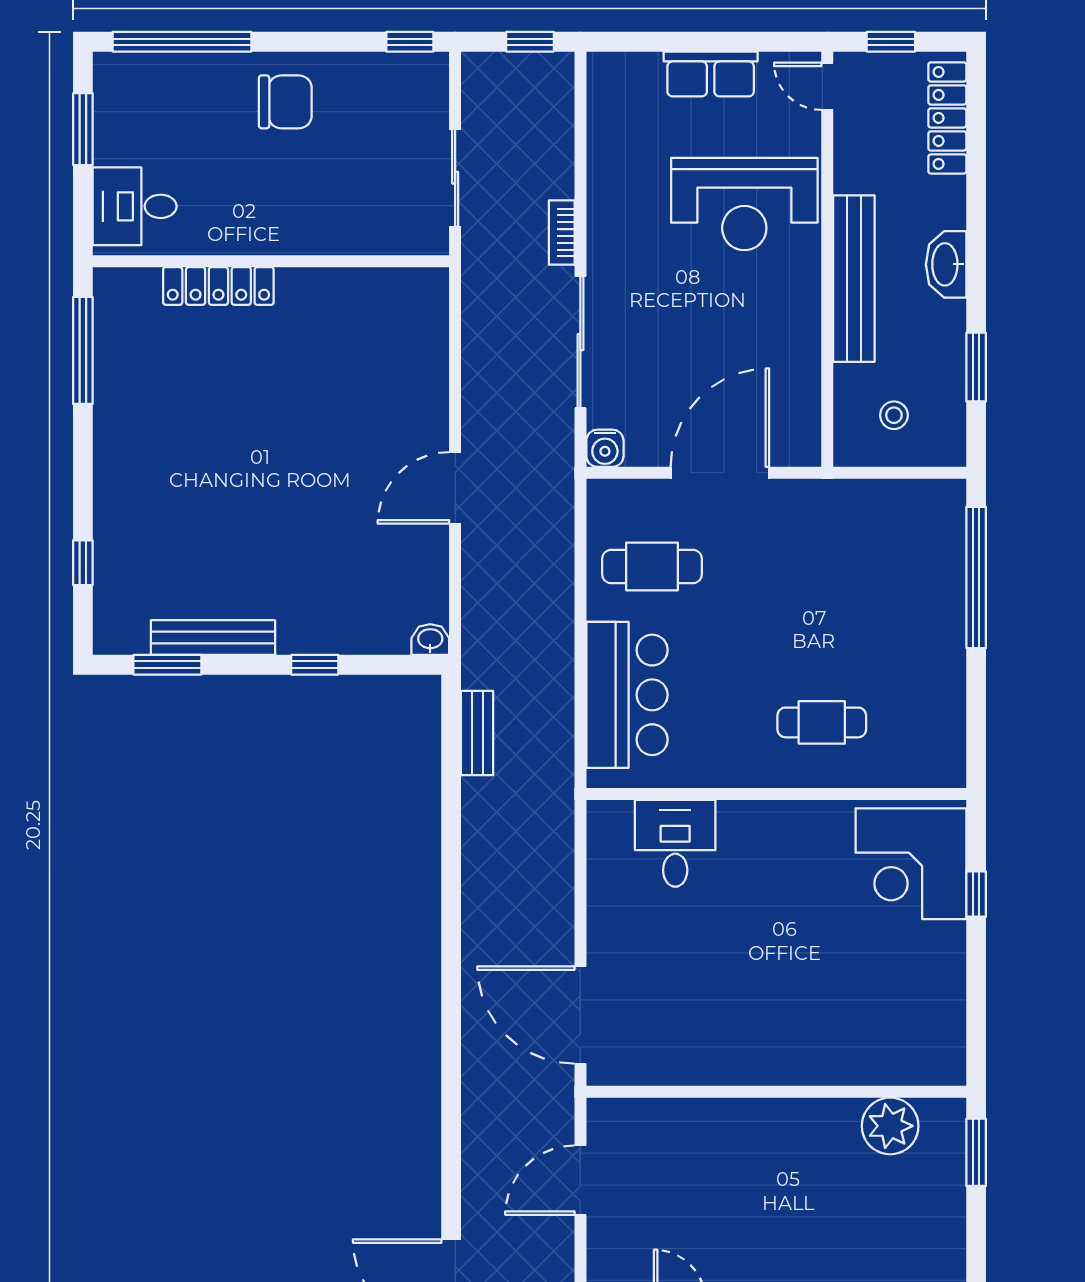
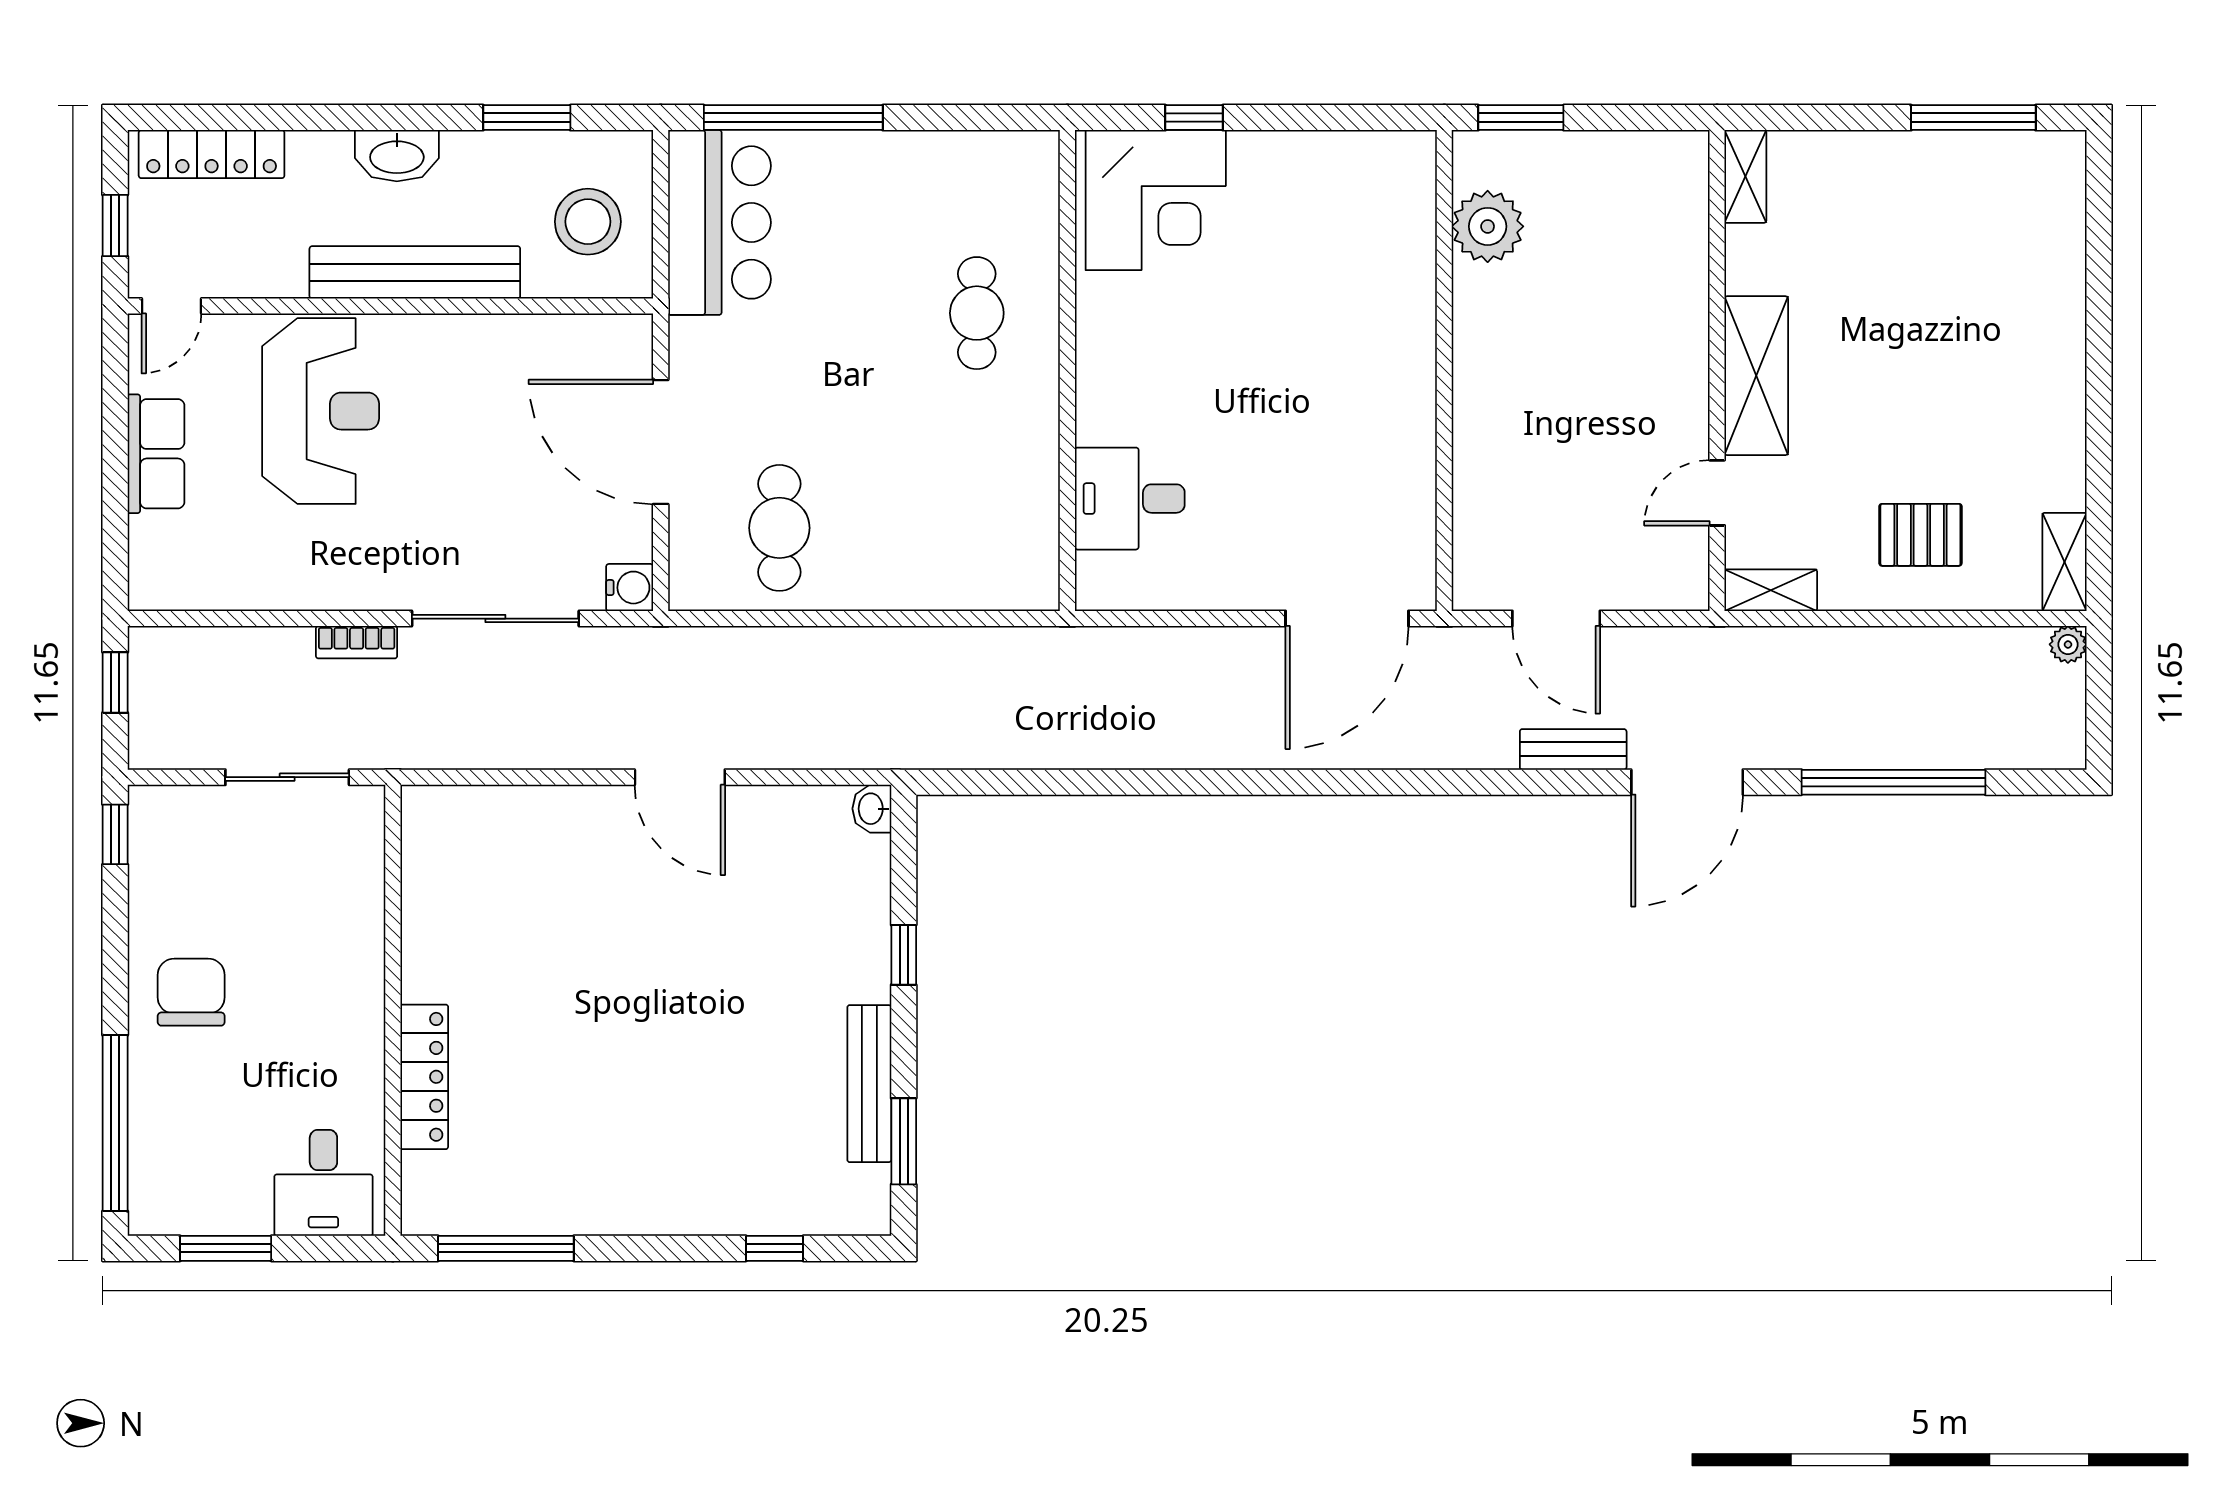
stool: (894, 415) -> (588, 222), width x1.89, depth x1.89
bar counter: (627, 695) -> (719, 222), moved, turned 90
bench: (477, 733) -> (1573, 749), moved

